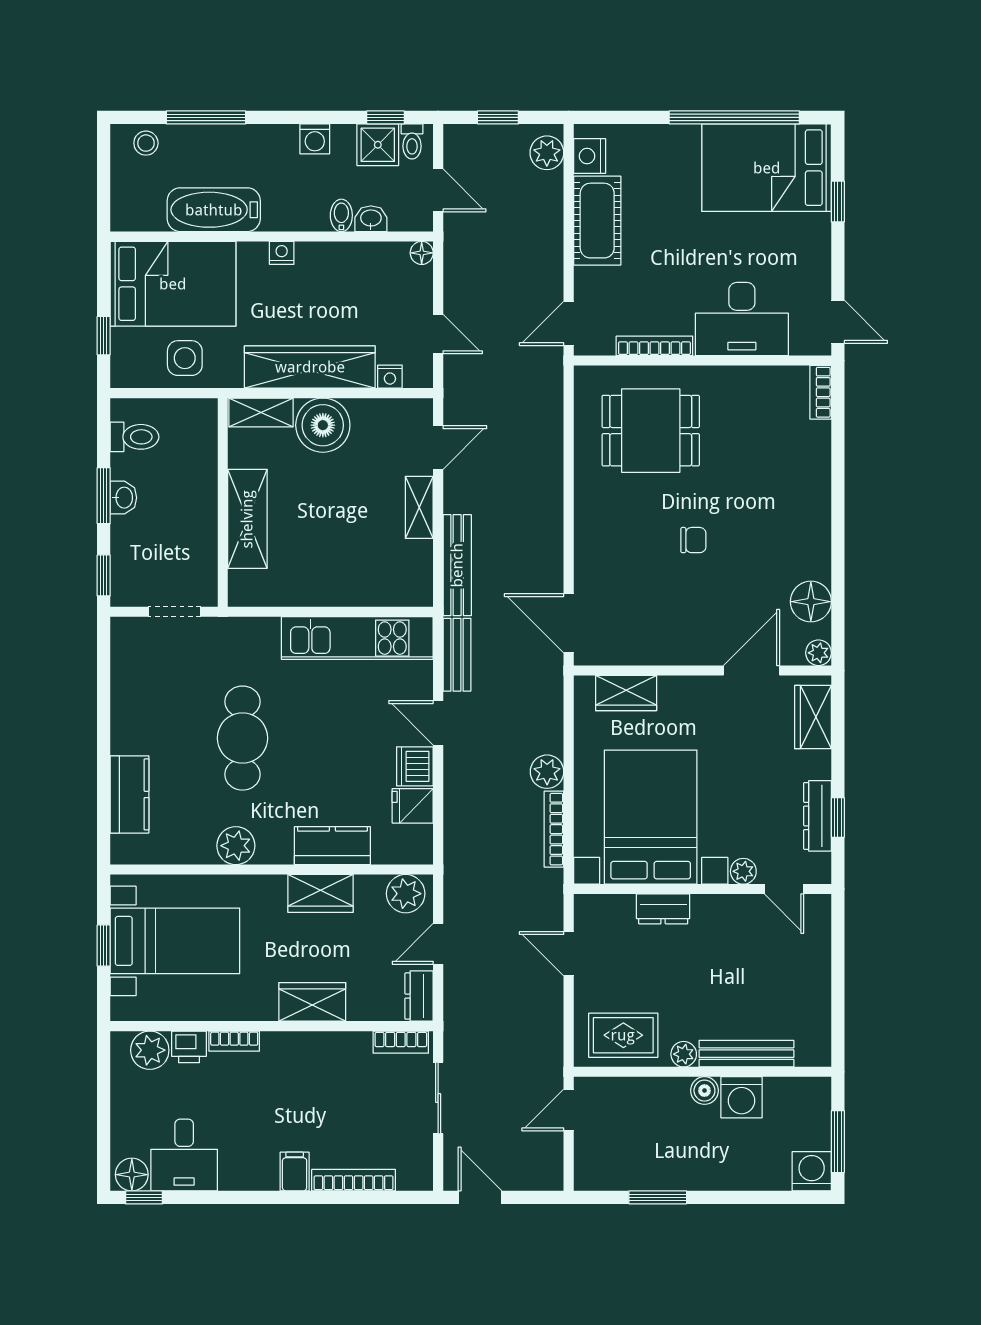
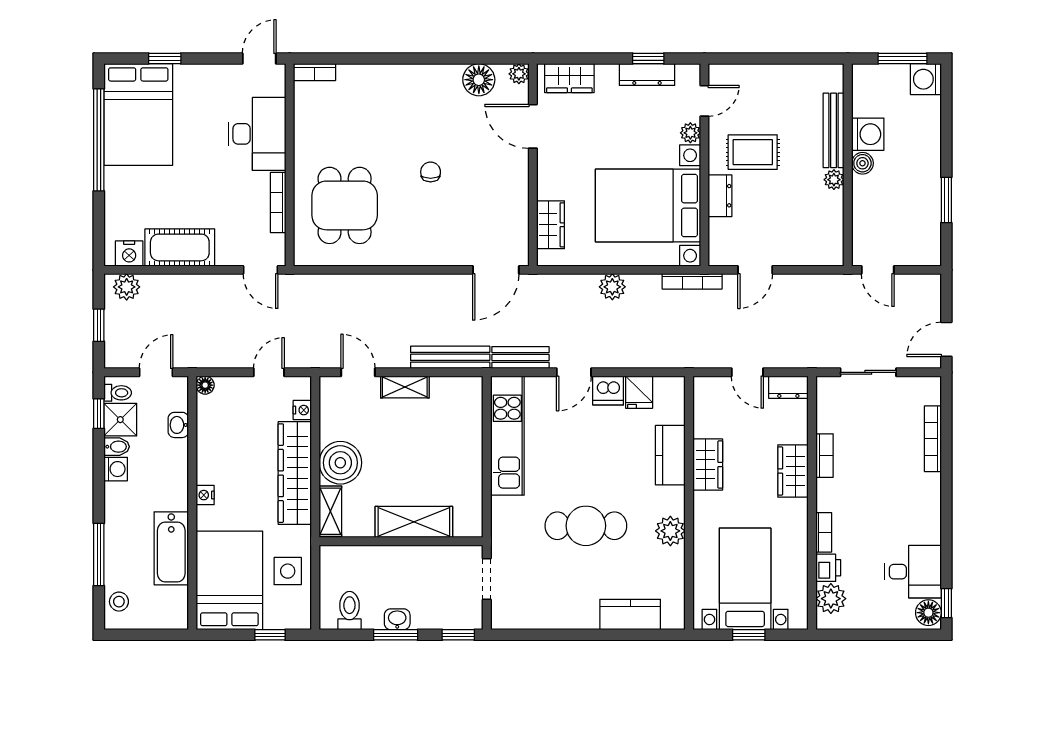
bidet: (341, 215) -> (117, 447), moved, turned 180
bookcase: (554, 829) -> (692, 281), moved
plant: (406, 894) -> (708, 398), removed
rug: (623, 1035) -> (753, 152), moved, turned 90
bookcase: (401, 1042) -> (824, 456), moved
filing cabinet: (295, 1172) -> (926, 485), removed

